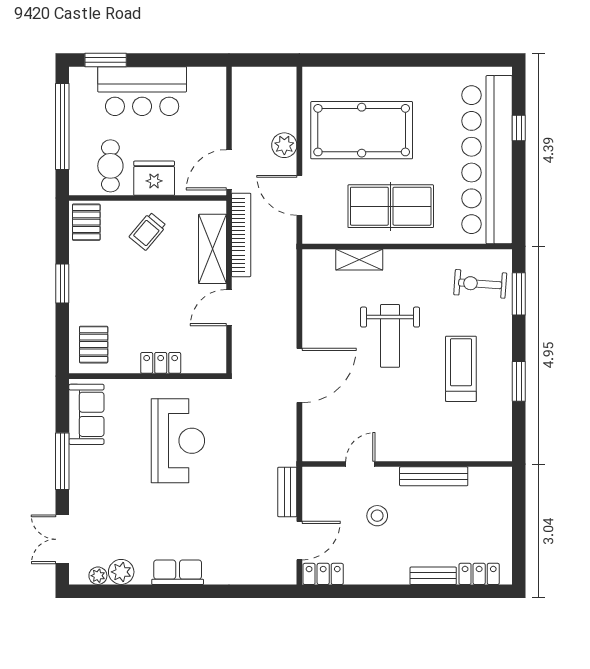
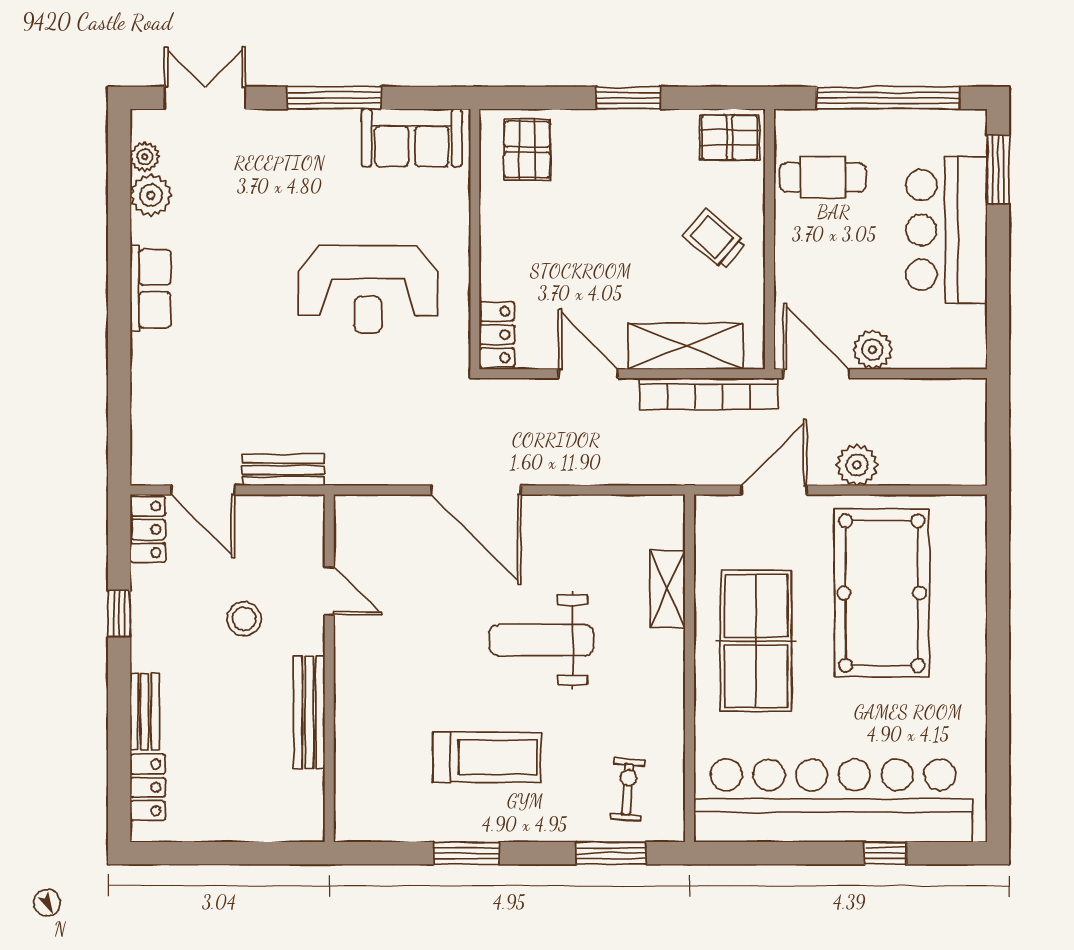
plant: (214, 136) -> (873, 350), added
fridge: (154, 178) -> (802, 250), removed
exercise bike: (480, 284) -> (628, 789), width x0.73, depth x0.72
pallet: (94, 345) -> (527, 150), turned 90
locker: (161, 363) -> (497, 335), moved
window: (374, 591) -> (119, 614), added

